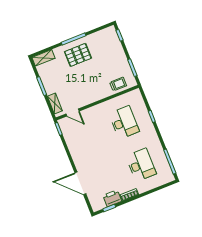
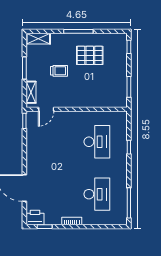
pallet: (78, 55) -> (90, 55), moved
trolley: (118, 84) -> (59, 71), moved
door: (73, 112) -> (46, 109), hinge flipped
printer: (112, 198) -> (35, 218), moved

